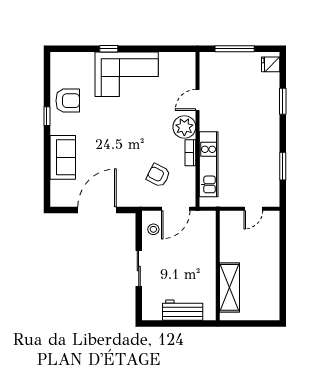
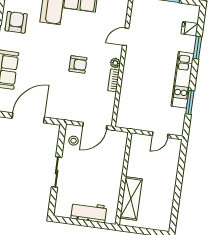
fridge: (271, 64) -> (190, 29), moved
armchair: (68, 101) -> (16, 22), turned -90
plant: (184, 127) -> (115, 63), width x0.53, depth x0.53
kitchen unit: (209, 164) -> (182, 80), moved, turned 180
armchair: (158, 175) -> (78, 64), moved, turned 153

